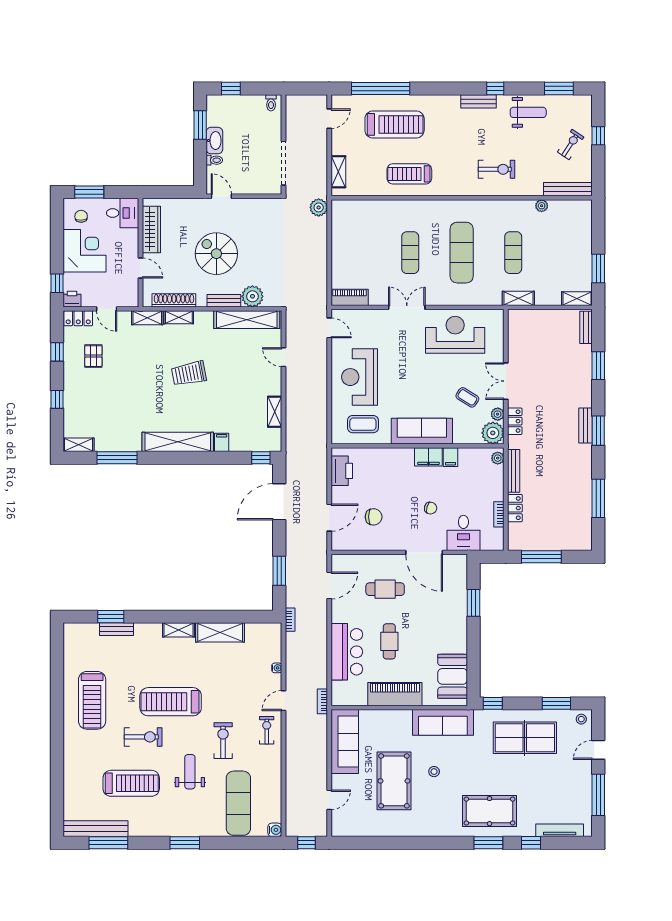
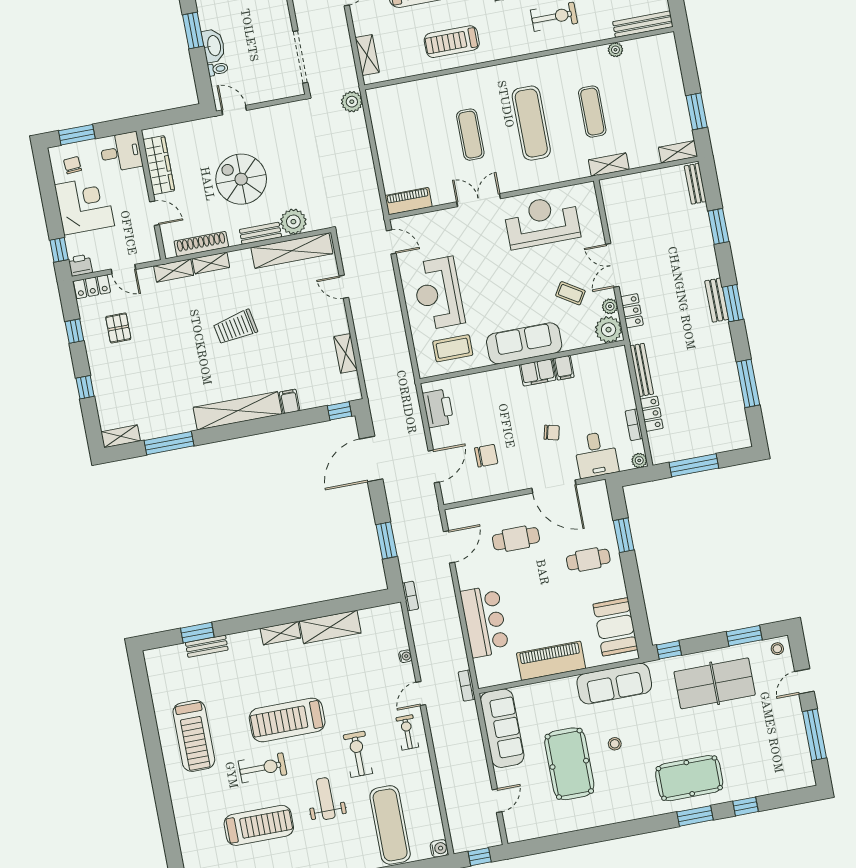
plant: (498, 458) -> (639, 460), moved
cafe table: (389, 641) -> (588, 559), moved, turned 90
tv unit: (560, 830) -> (777, 785), removed

